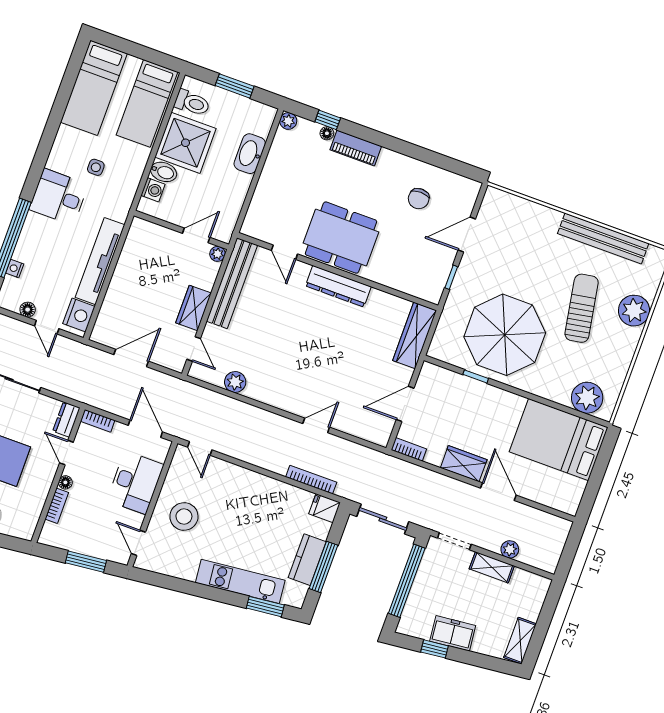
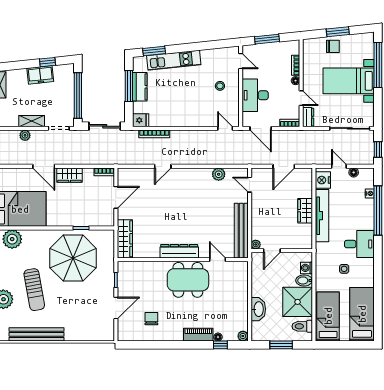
wardrobe: (194, 308) -> (305, 211), moved, turned 180
stool: (184, 516) -> (220, 86), width x0.53, depth x0.53

